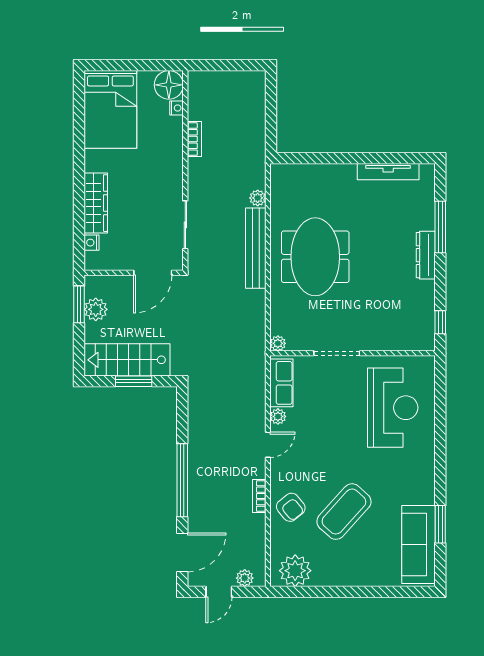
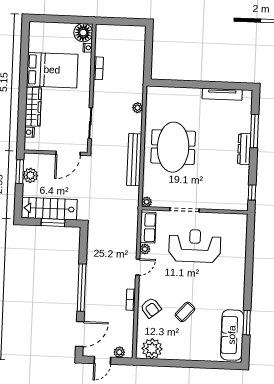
bed: (110, 109) -> (52, 70), moved, turned -90
bench: (256, 248) -> (134, 160), moved
reception desk: (393, 408) -> (195, 246), moved, turned -90
coffee table: (344, 512) -> (185, 312), width x0.54, depth x0.58

